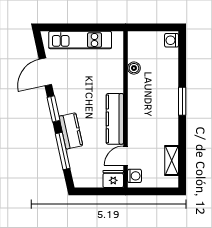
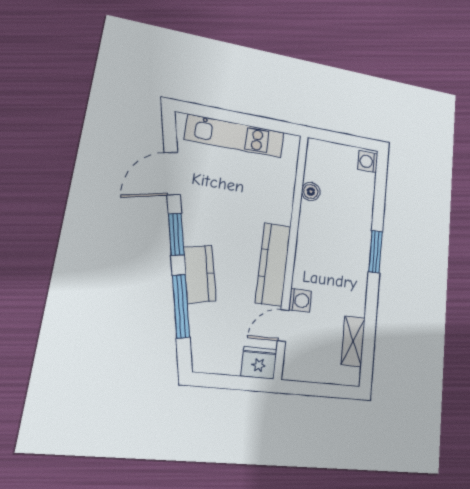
washing machine: (134, 176) -> (300, 300), moved

